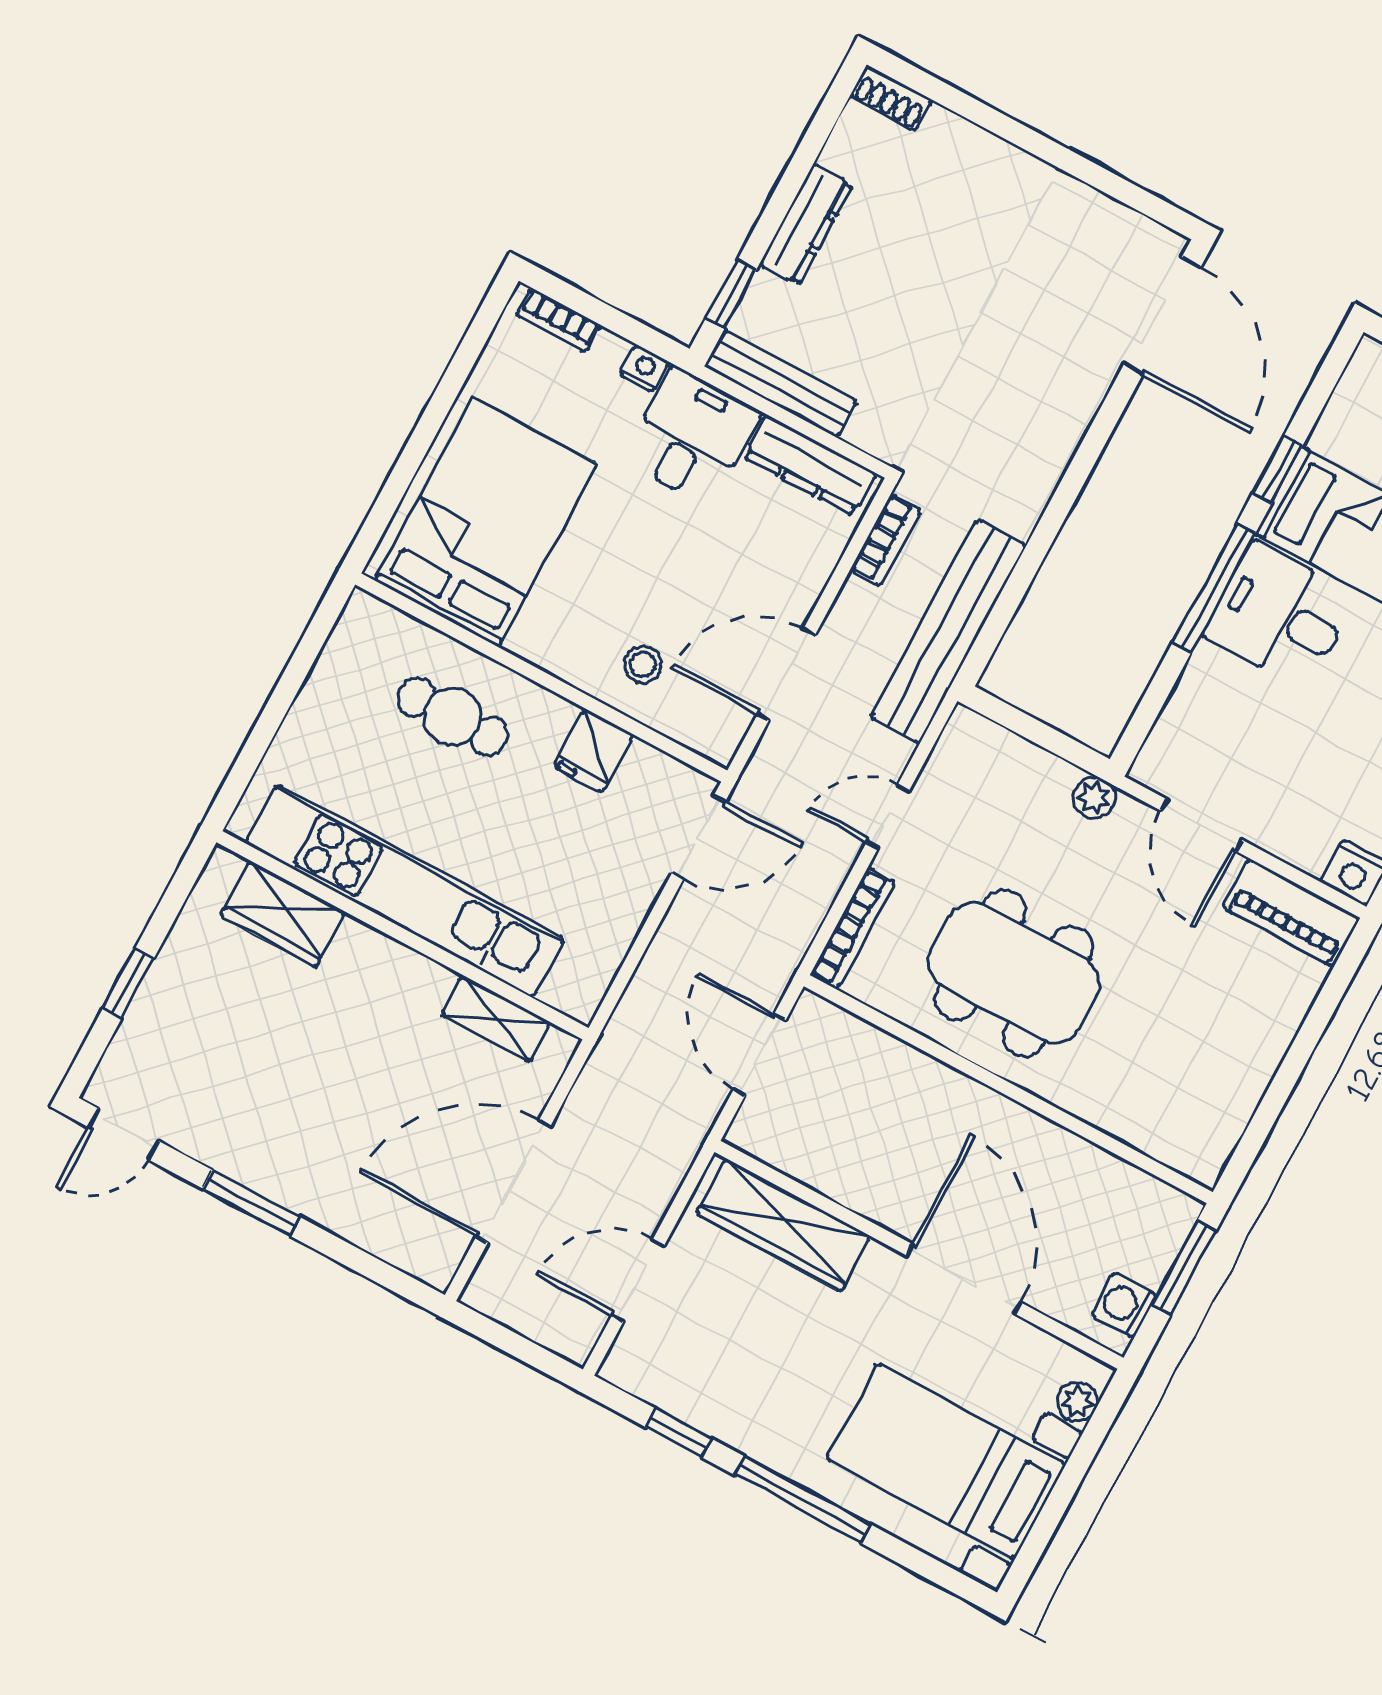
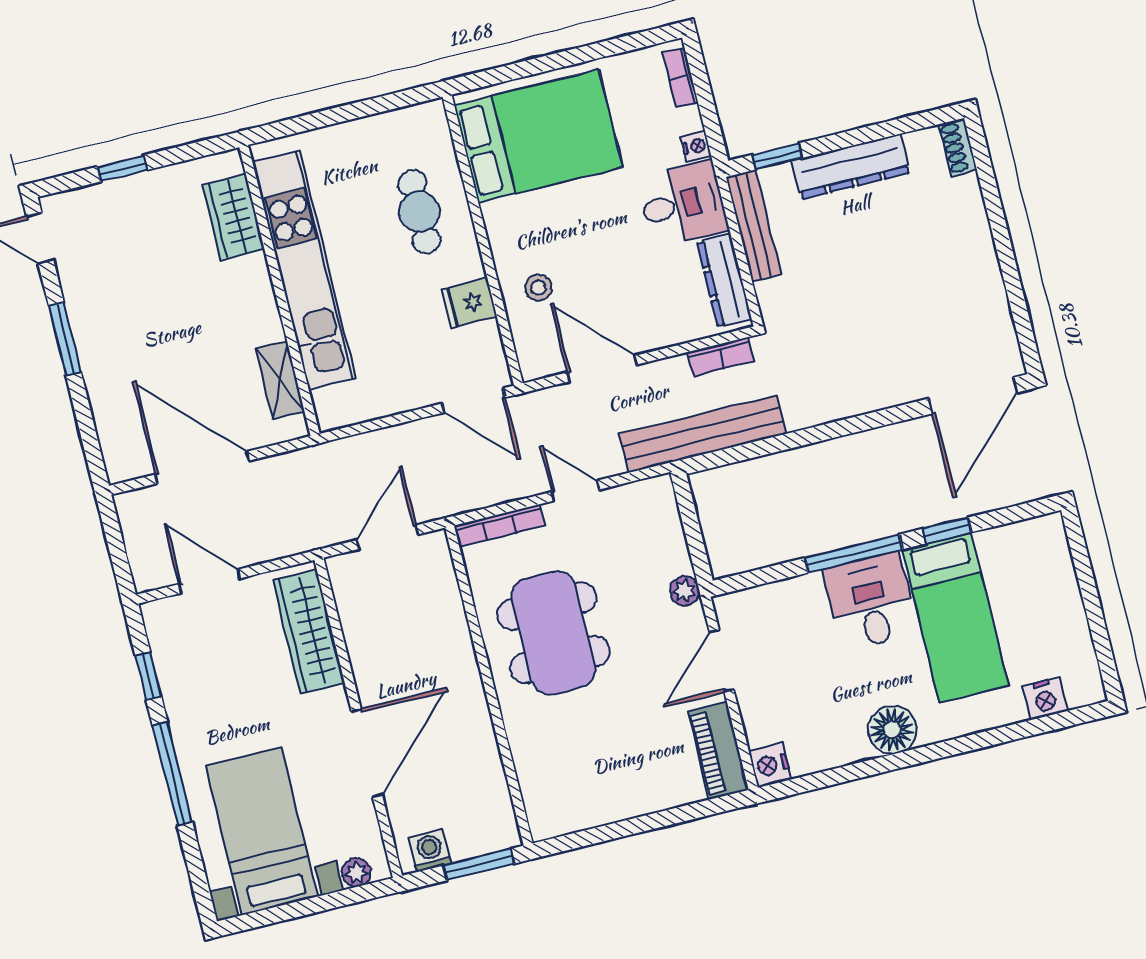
dresser: (806, 224) -> (851, 167), width x1.37, depth x1.24

